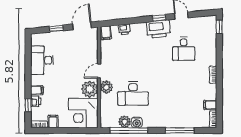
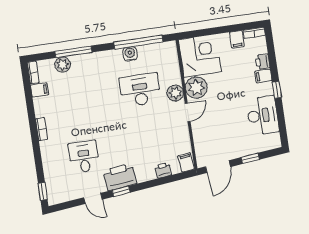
window: (28, 105) -> (277, 90), moved
plant: (125, 122) -> (63, 65), moved

